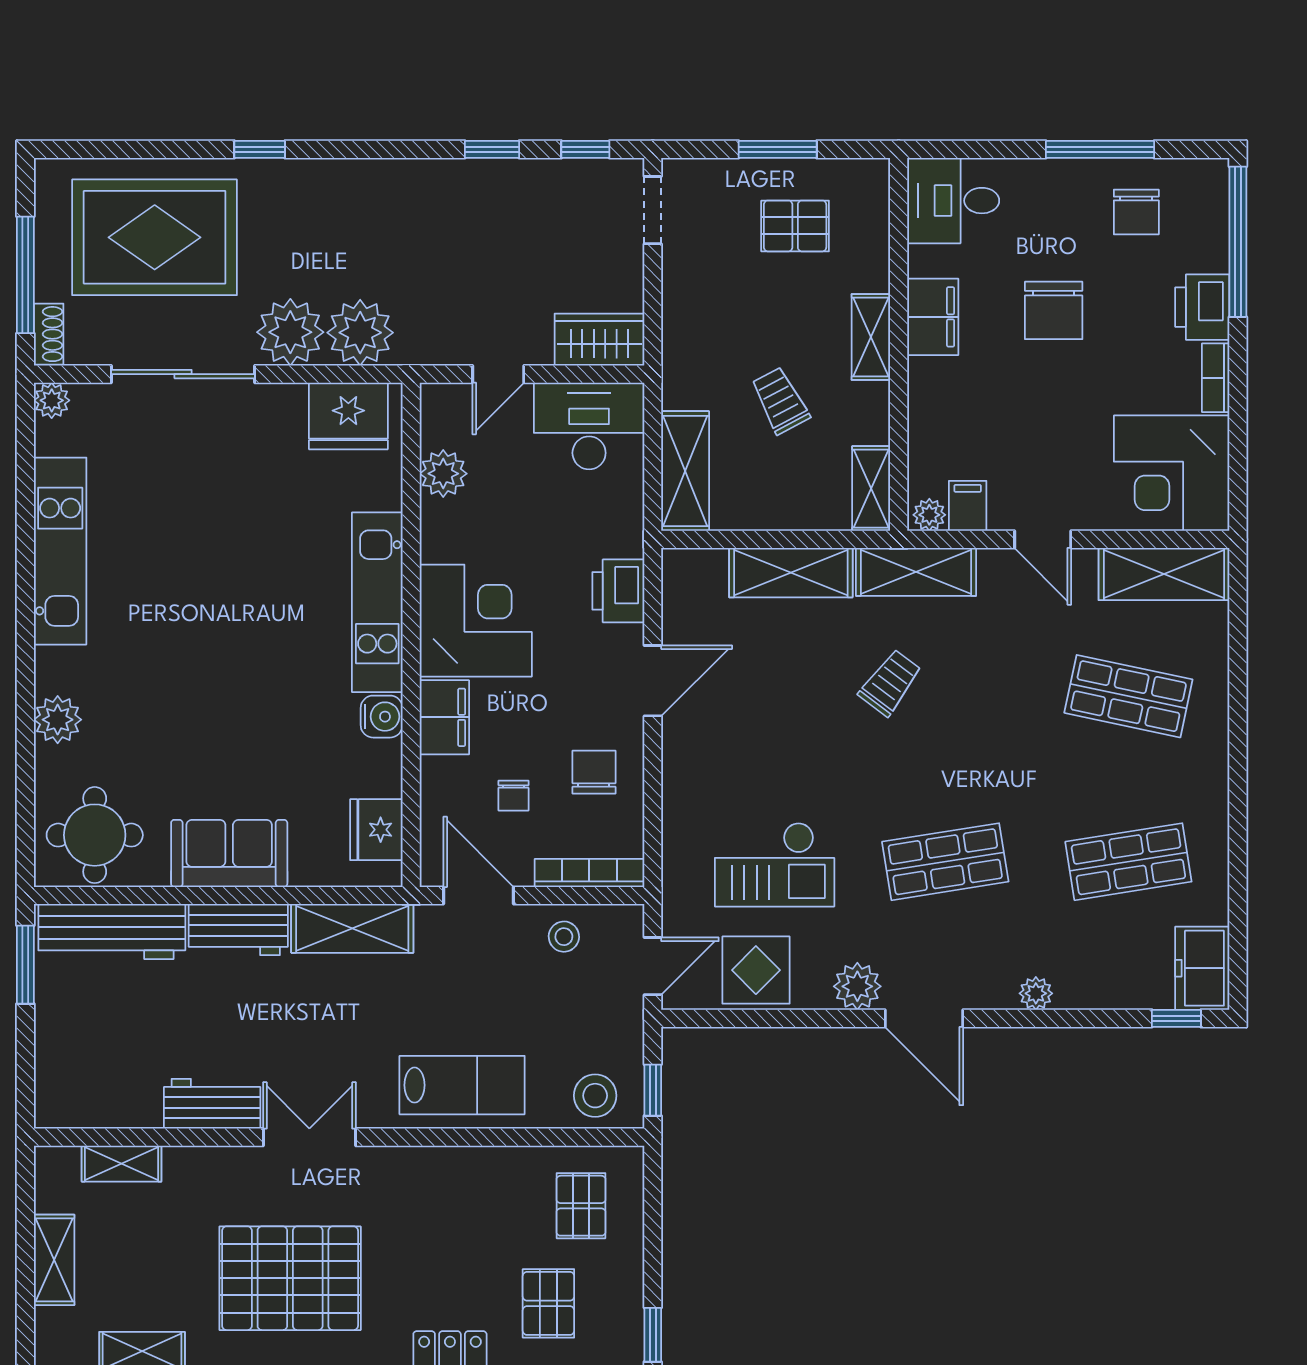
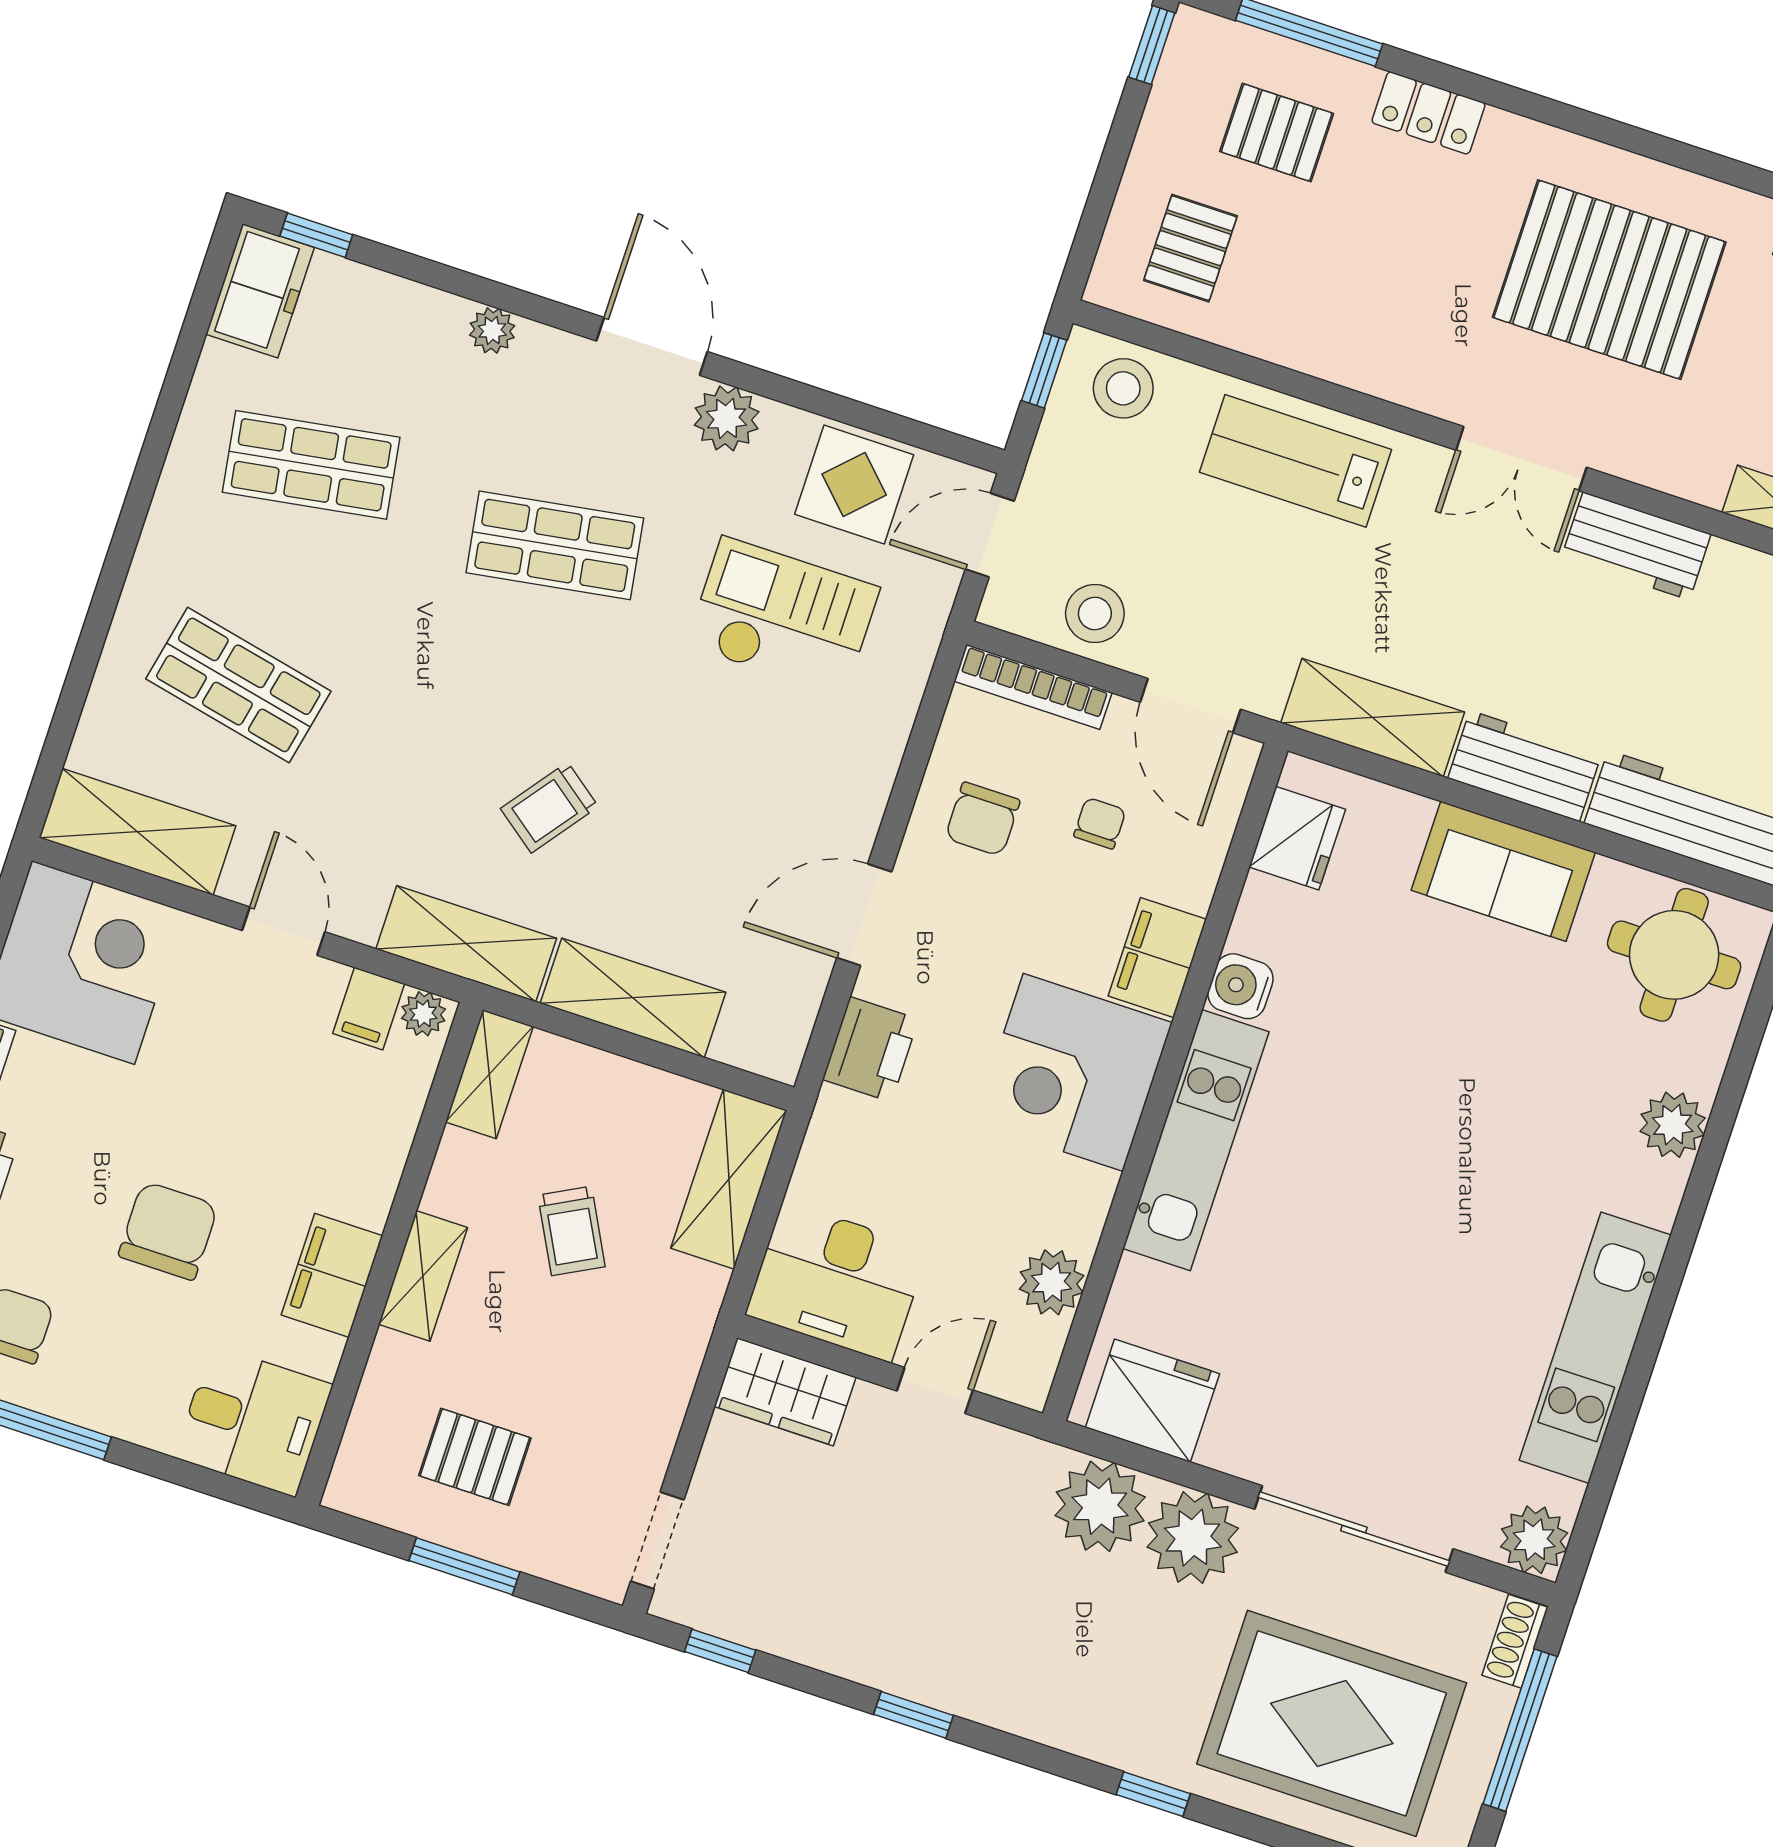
window: (492, 149) -> (914, 1715), moved
plant: (52, 400) -> (1534, 1540), width x1.38, depth x1.38
stool: (564, 937) -> (1095, 614), width x1.37, depth x1.37
pallet: (548, 1303) -> (1277, 133), turned 90

